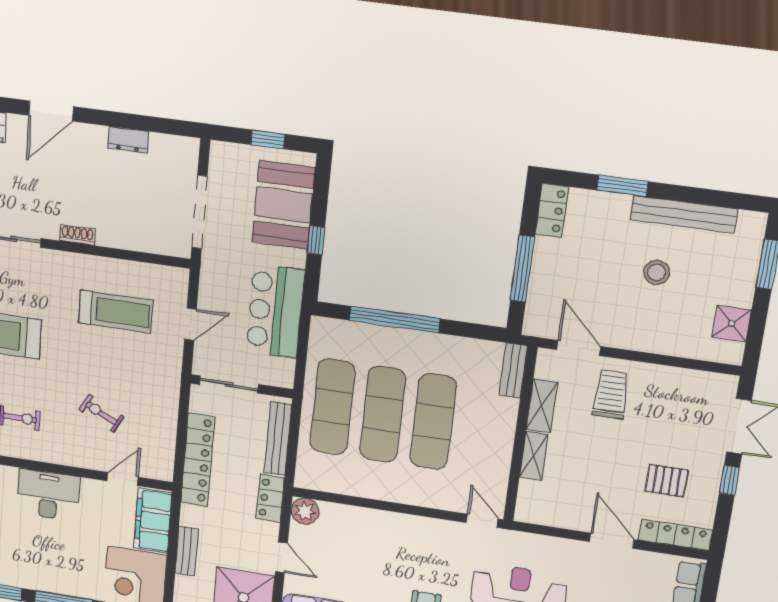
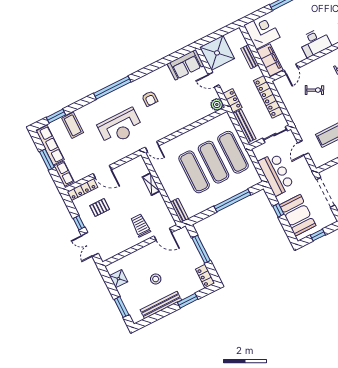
trolley: (611, 394) -> (140, 225), turned 180
shelving: (542, 406) -> (161, 205), removed

